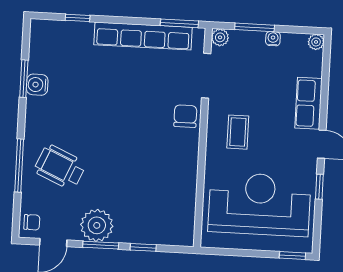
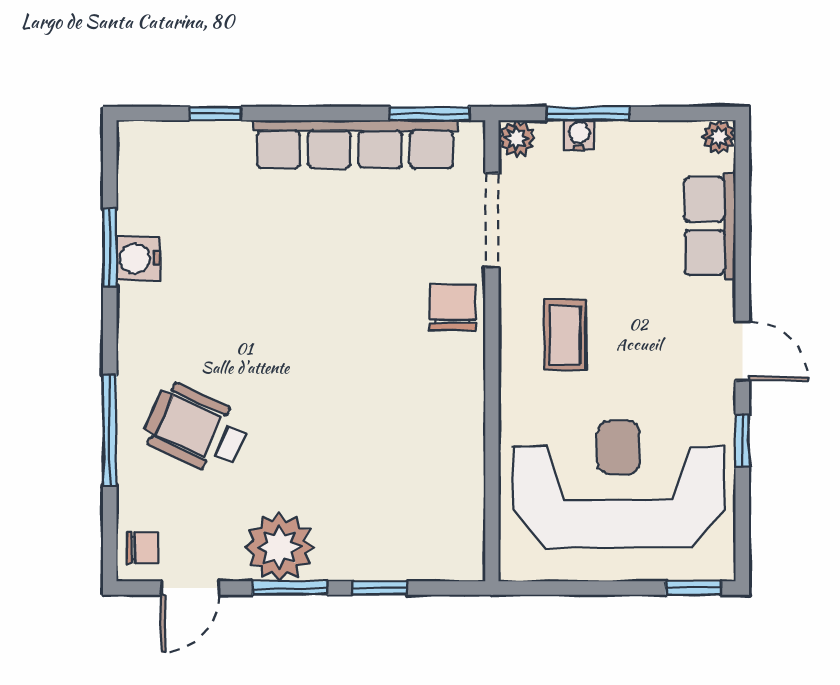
water cooler: (273, 39) -> (579, 135), moved
row of seats: (309, 103) -> (710, 226), moved

